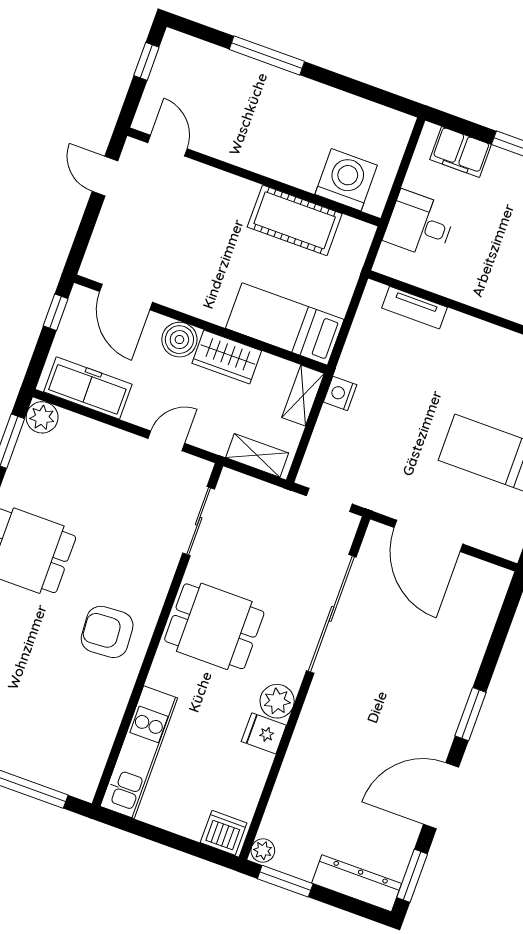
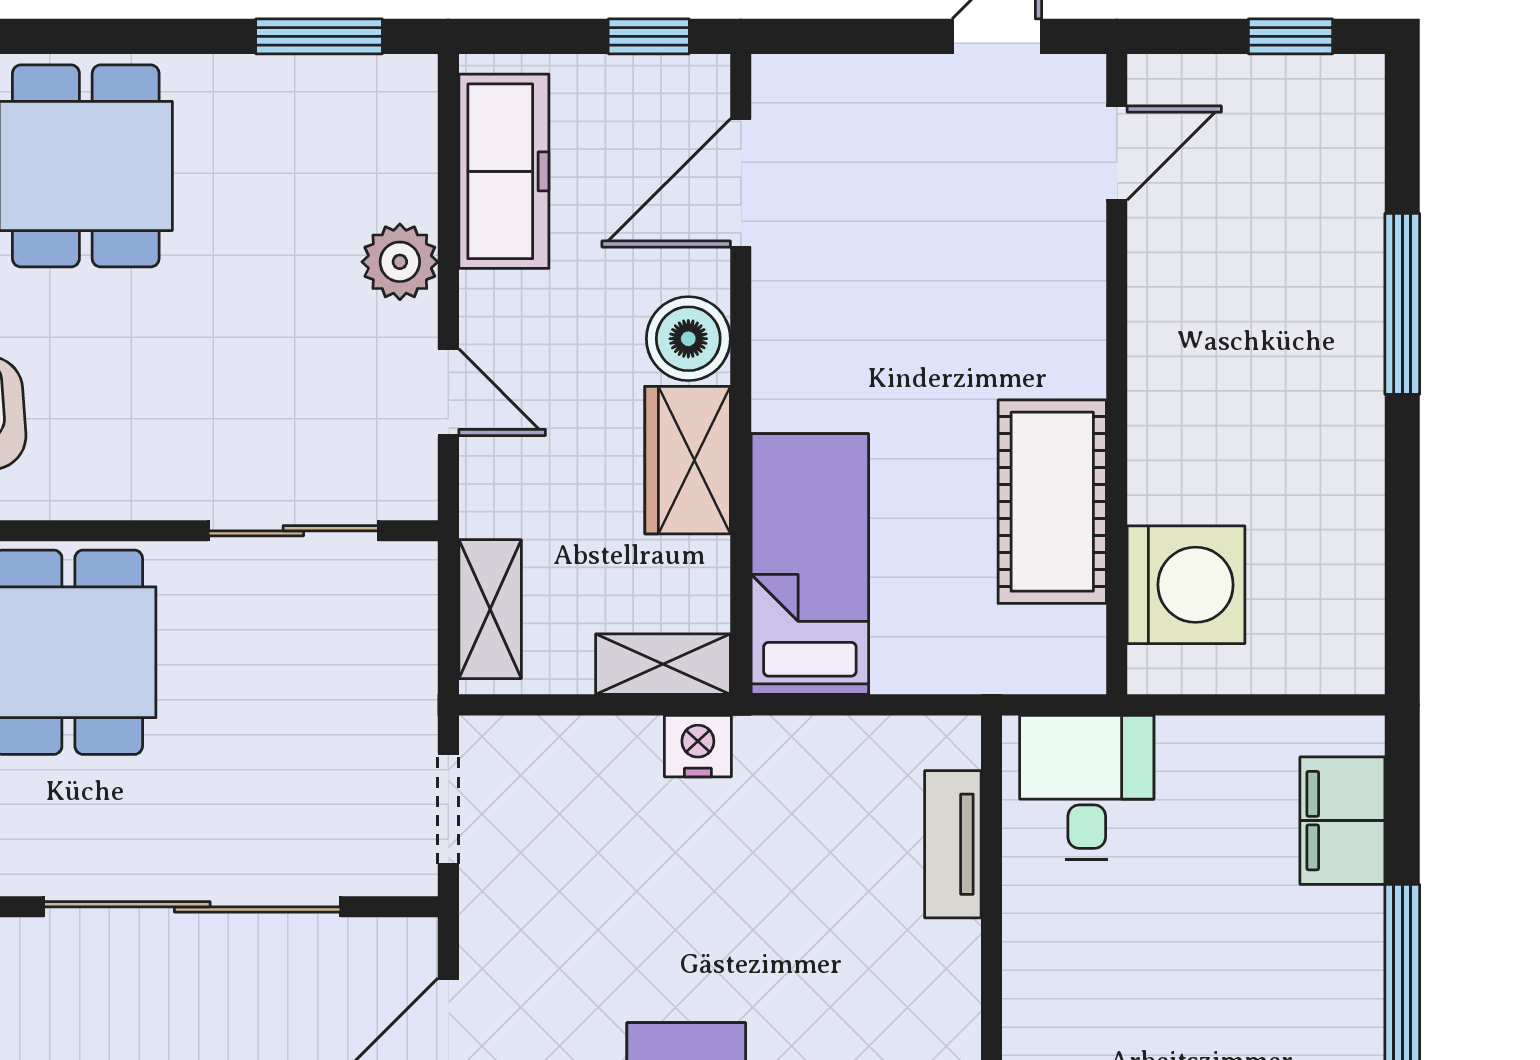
desk: (420, 224) -> (1087, 788), moved
plant: (42, 417) -> (400, 262), moved

